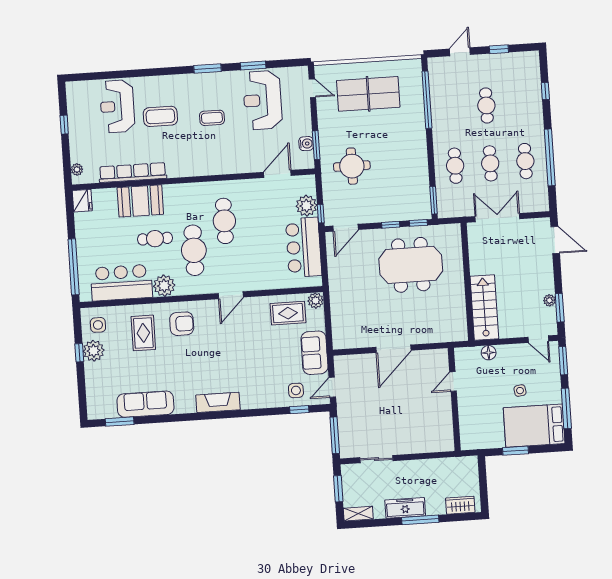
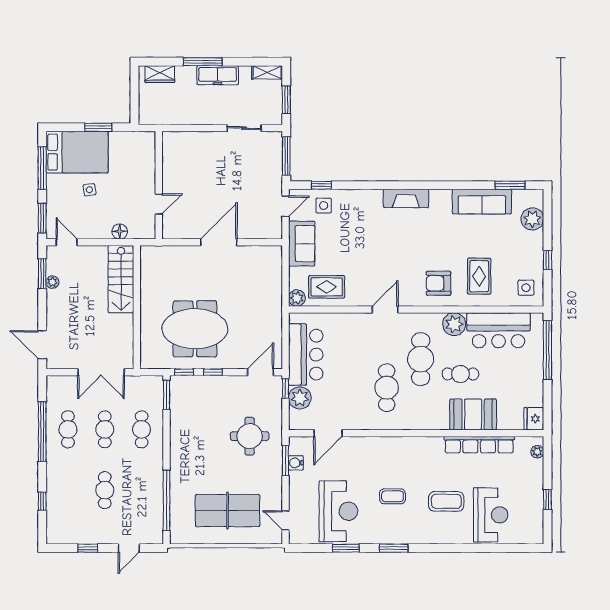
plant: (94, 351) -> (532, 219), moved

